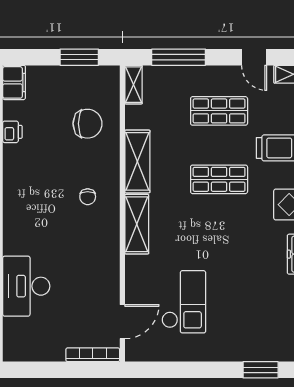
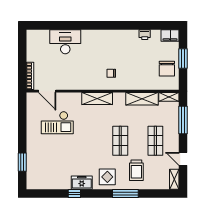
window: (79, 57) -> (183, 59), moved
door: (254, 57) -> (183, 159), hinge flipped
chair: (88, 124) -> (167, 69), moved
shelving: (137, 161) -> (142, 99), moved

